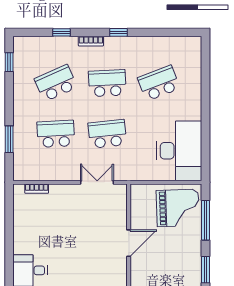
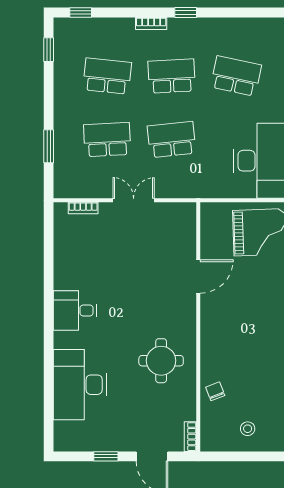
window: (62, 32) -> (81, 12), moved
school desk: (56, 83) -> (107, 76), turned 30
school desk: (159, 83) -> (236, 76), turned 33
double door: (97, 182) -> (134, 200), moved

